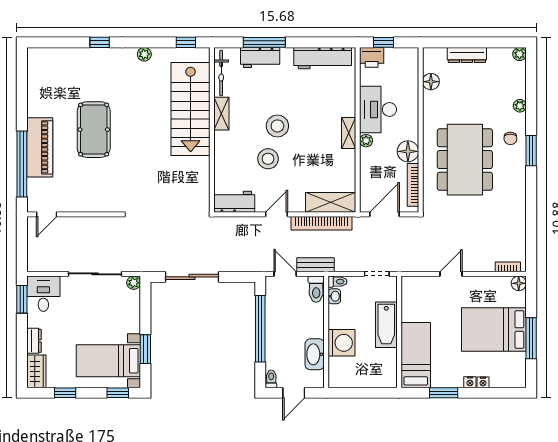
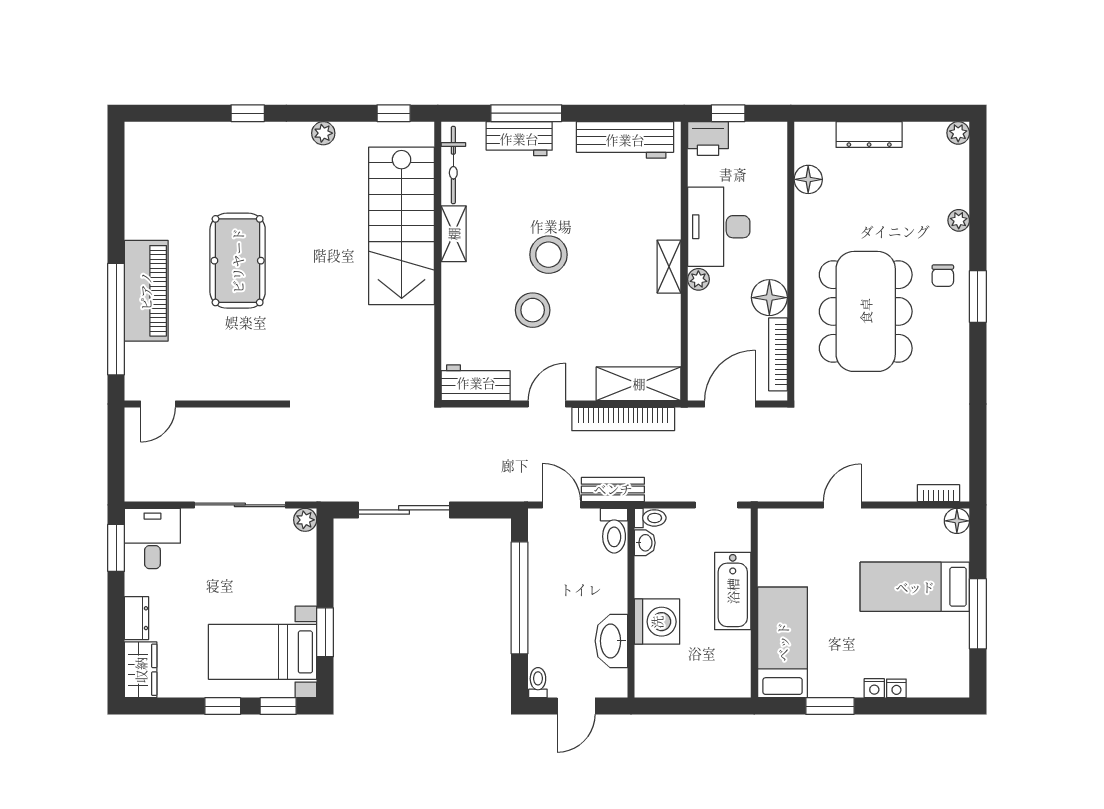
bed: (494, 330) -> (915, 587), width x0.67
window: (65, 393) -> (223, 706), moved

